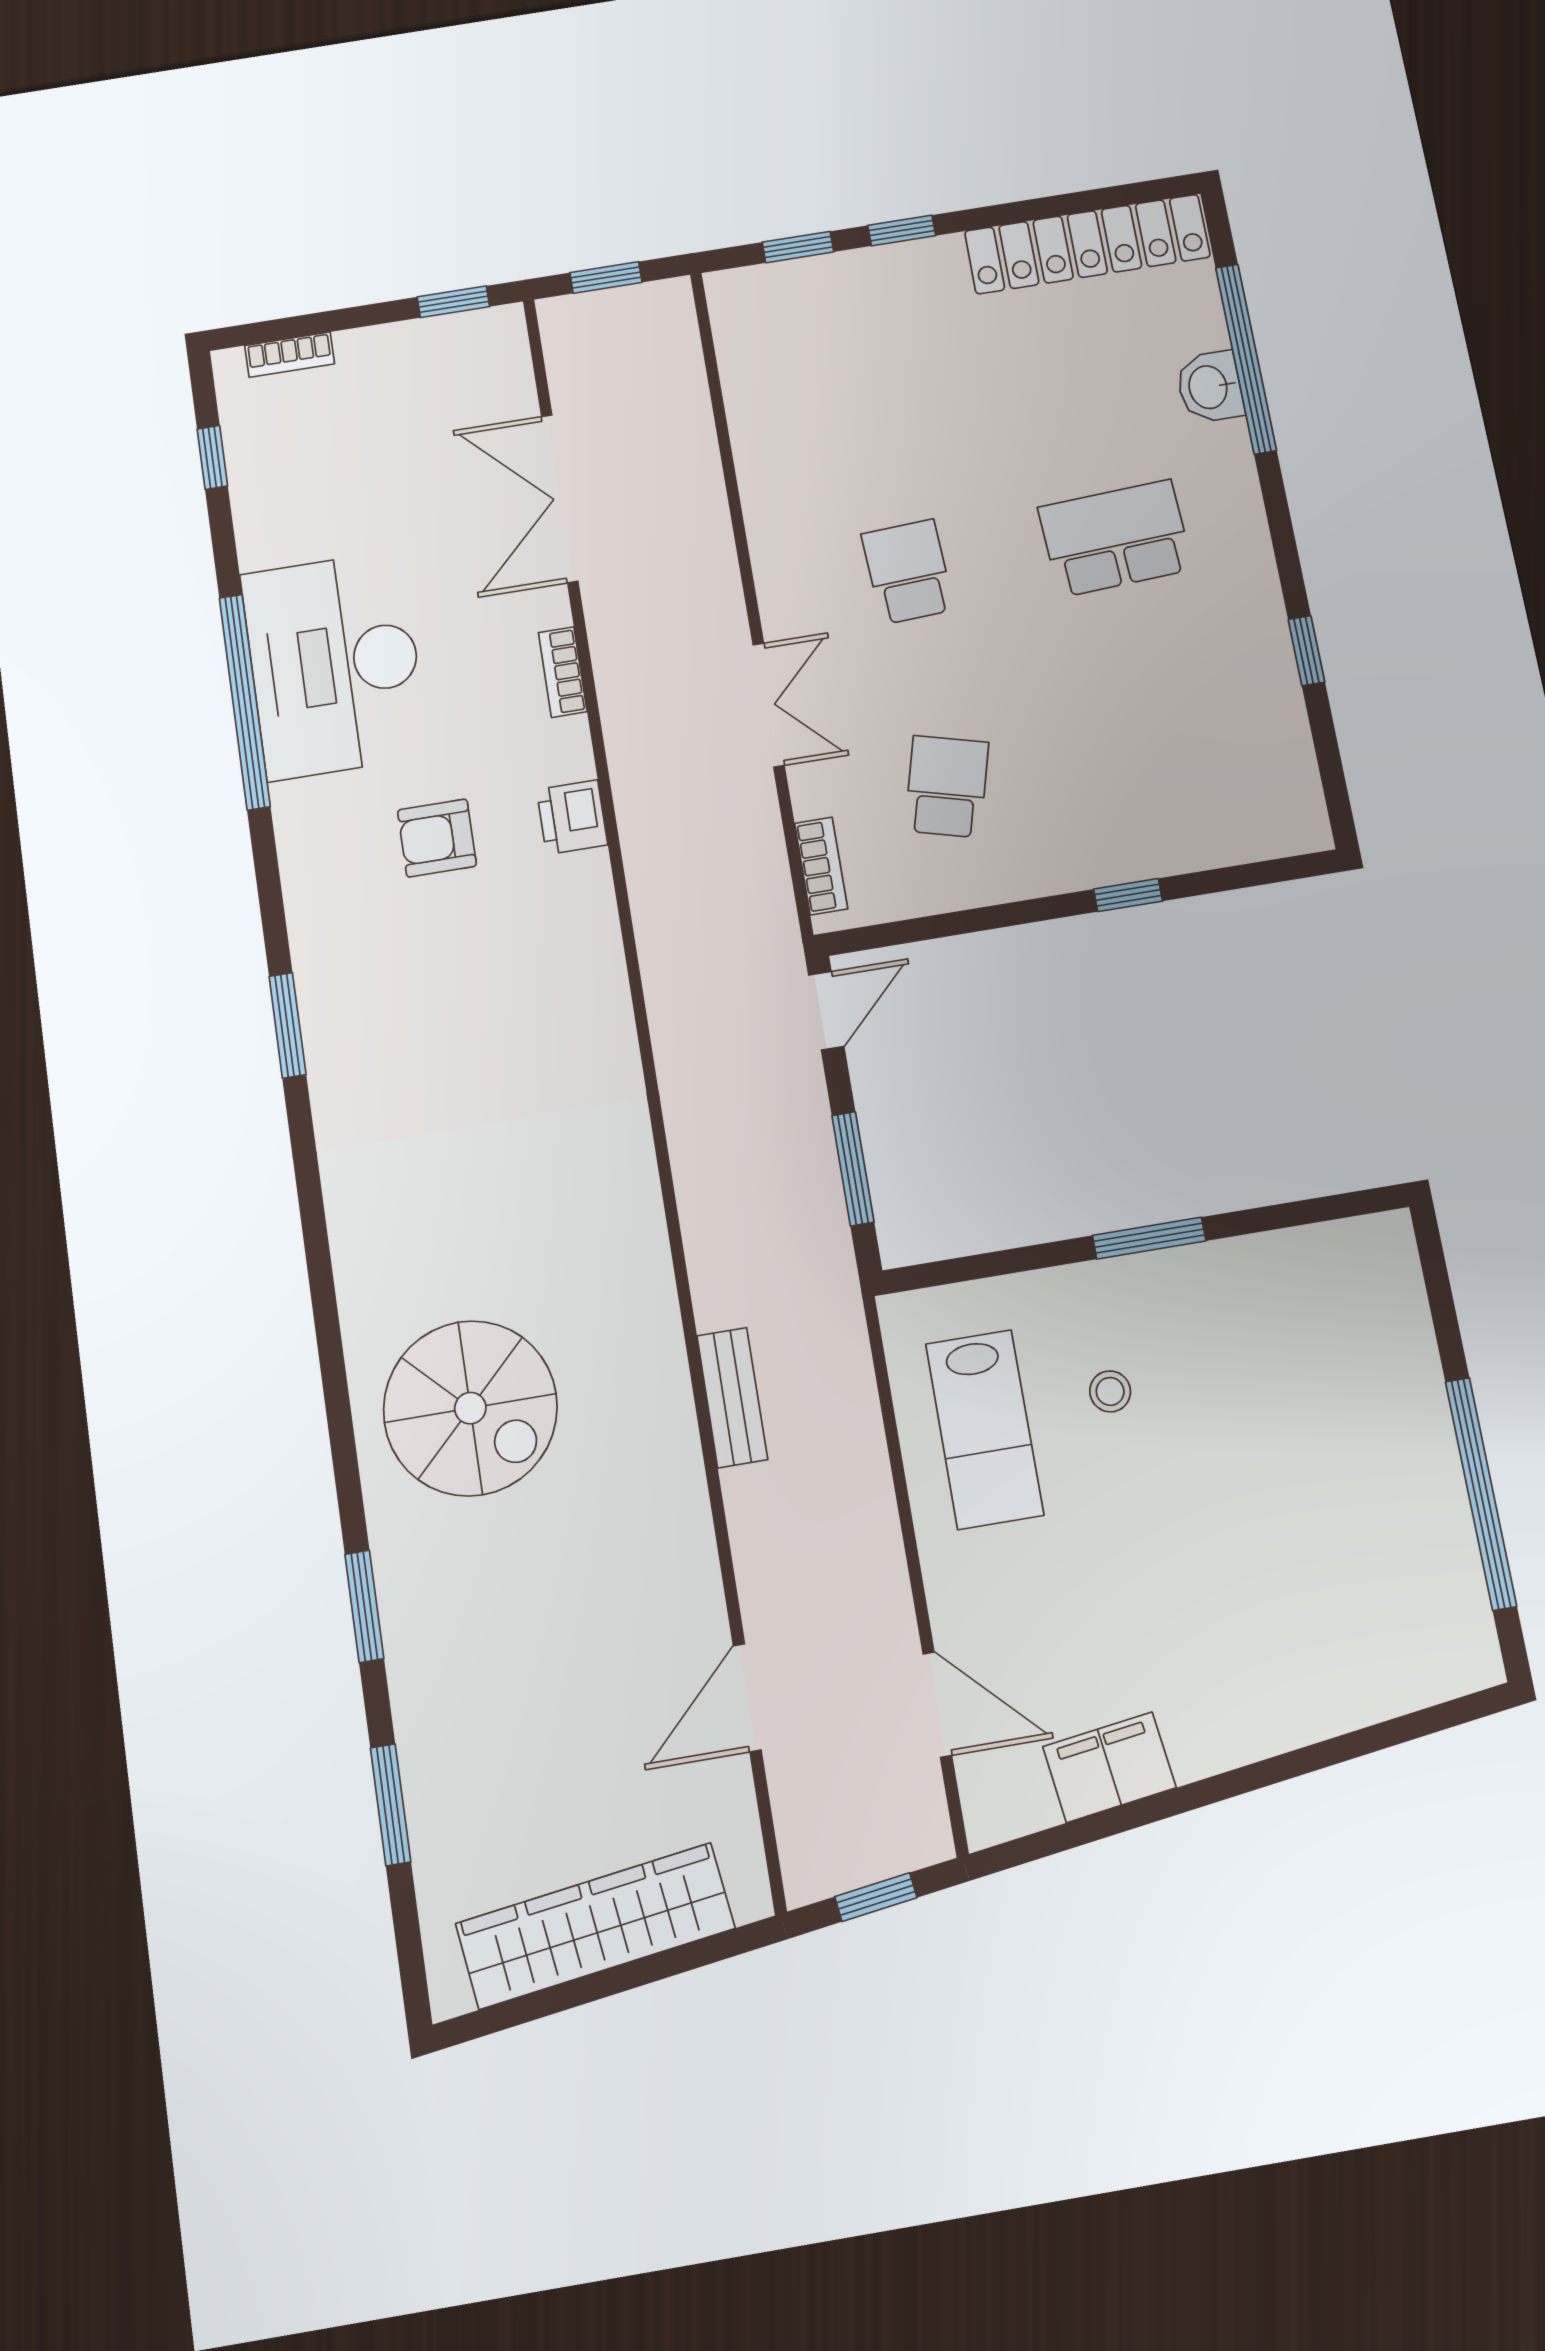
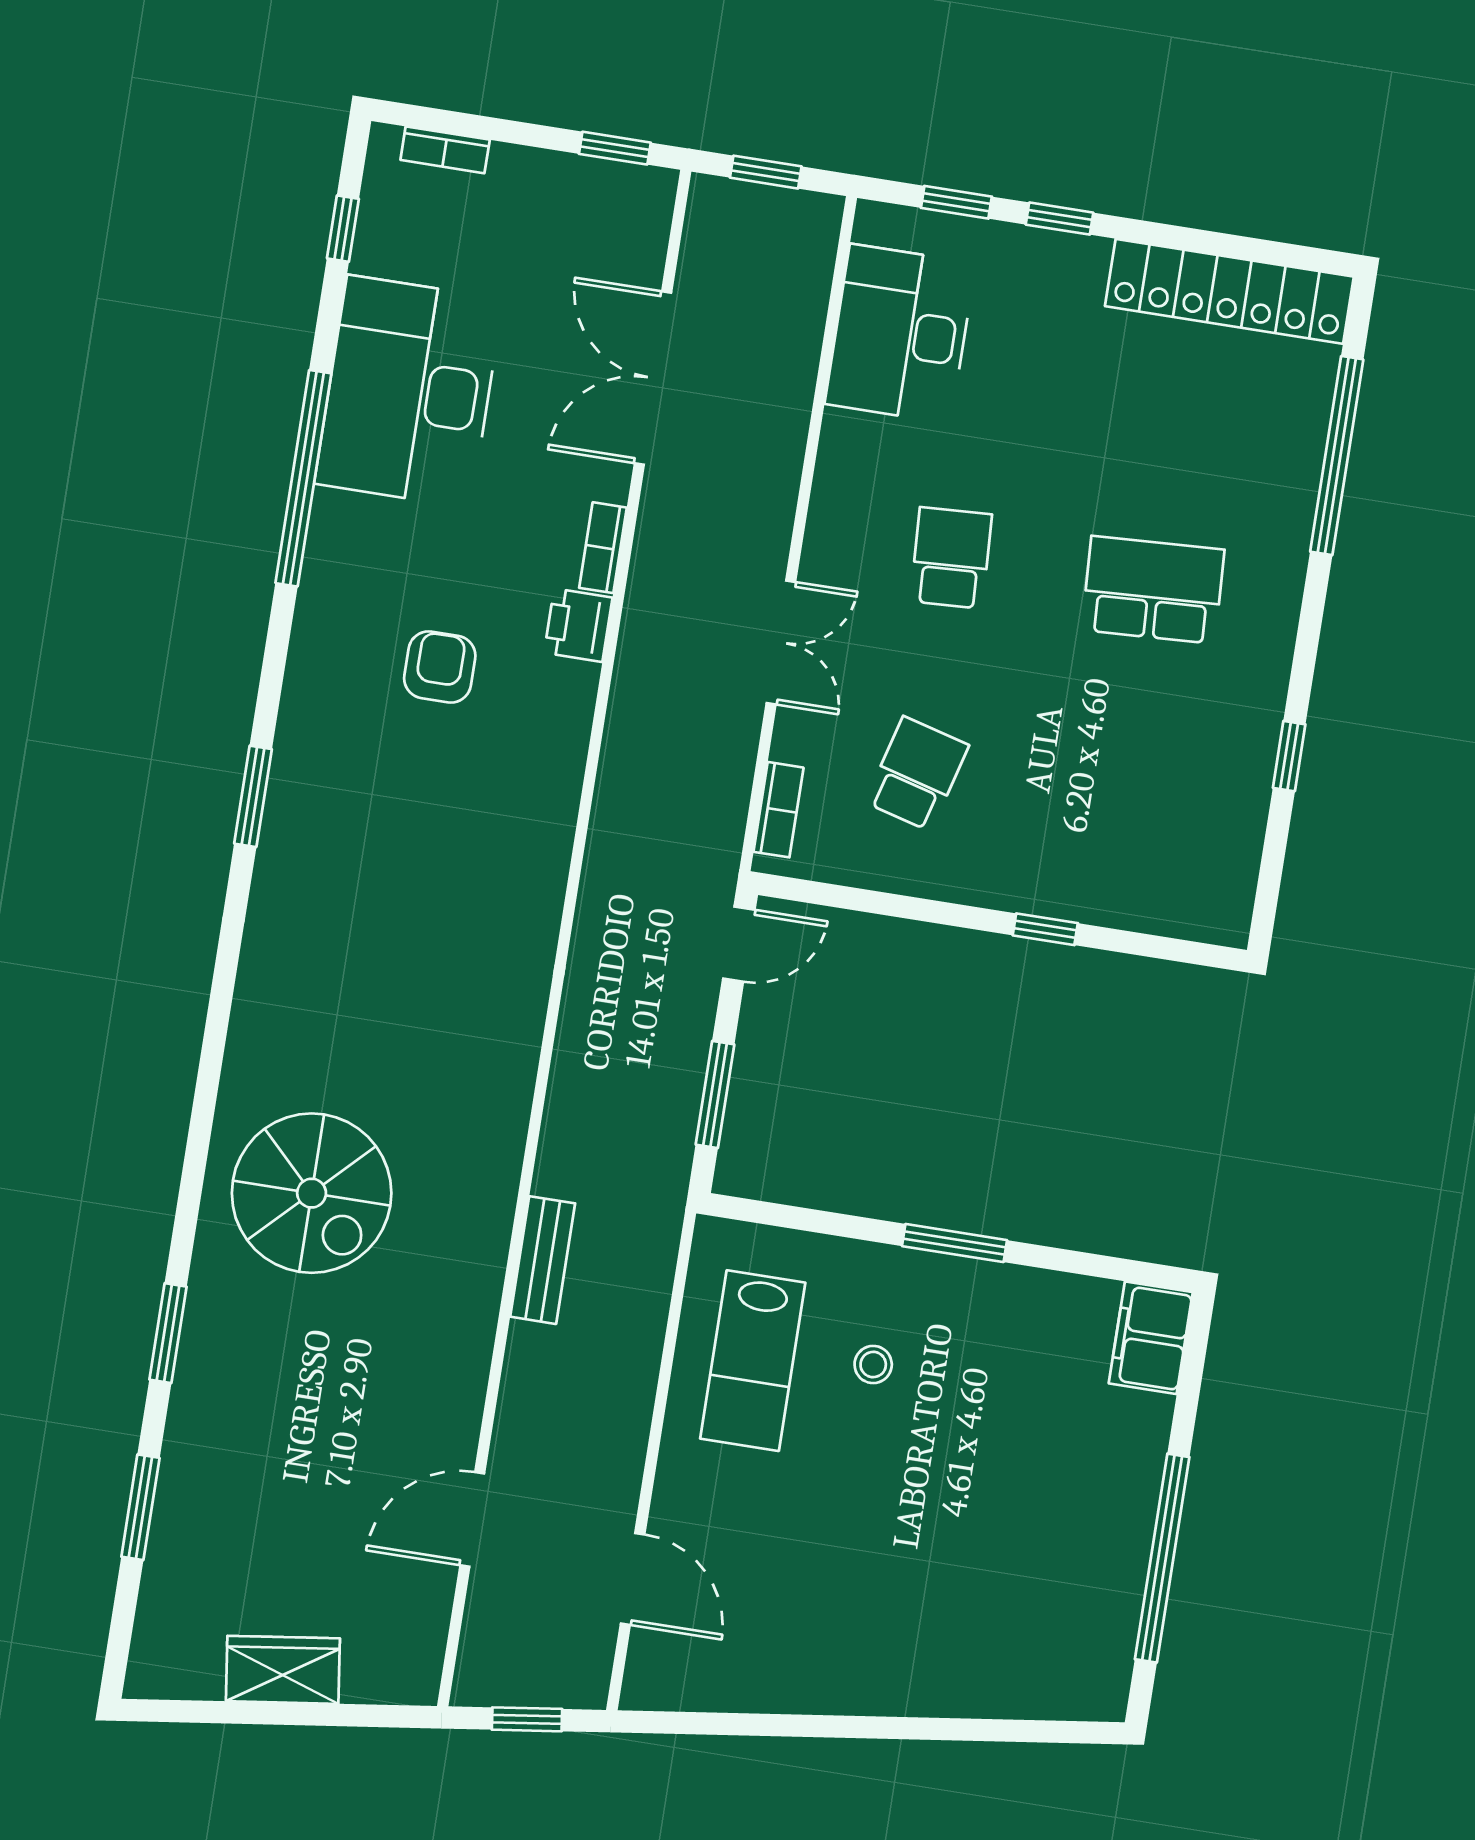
desk: (786, 382) -> (900, 334), added
washbasin: (1210, 387) -> (1293, 472), removed
desk: (335, 665) -> (409, 391), moved
printer: (572, 817) -> (578, 625), moved
armchair: (437, 838) -> (440, 667), turned 90
filing cabinet: (1109, 1767) -> (1151, 1338), moved, turned -82
wardrobe: (595, 1926) -> (283, 1670), width x0.48, depth x0.85

